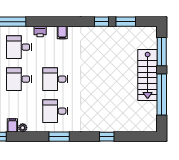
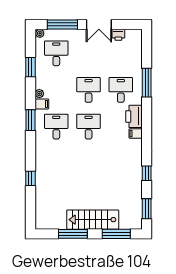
window: (126, 22) -> (147, 209), moved
printer: (40, 31) -> (134, 116), width x1.87, depth x1.48
window: (162, 95) -> (73, 234), width x0.68
filing cabinet: (12, 125) -> (42, 104), moved
window: (59, 137) -> (30, 120), moved

